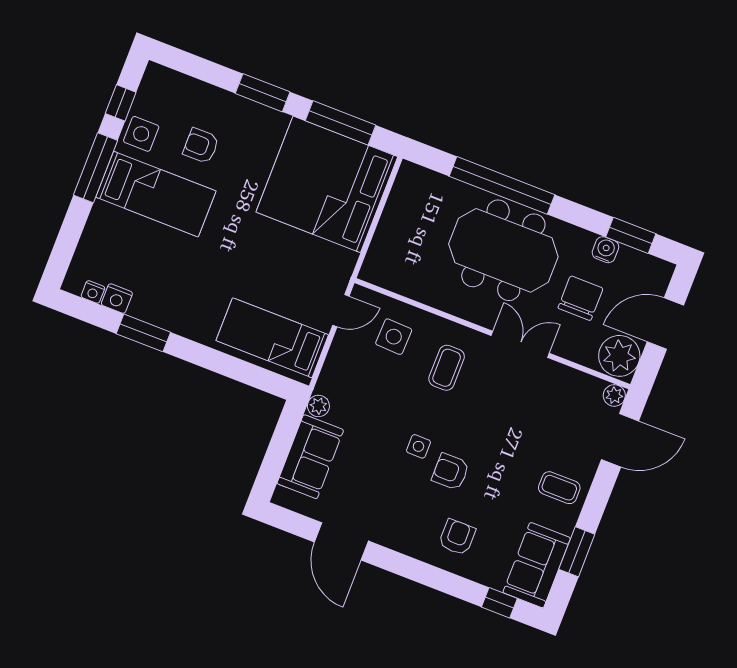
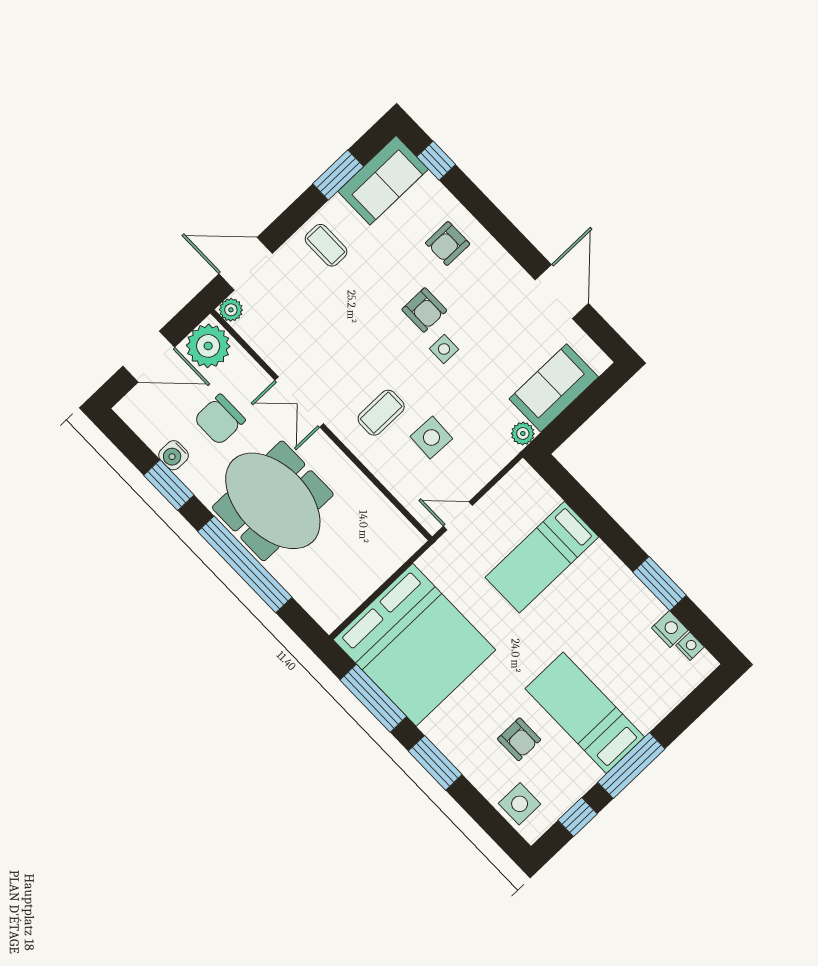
side table: (141, 134) -> (520, 804), moved
window: (631, 235) -> (169, 485), moved
side table: (394, 337) -> (431, 437), moved
bed: (272, 338) -> (542, 557), moved, turned 90

